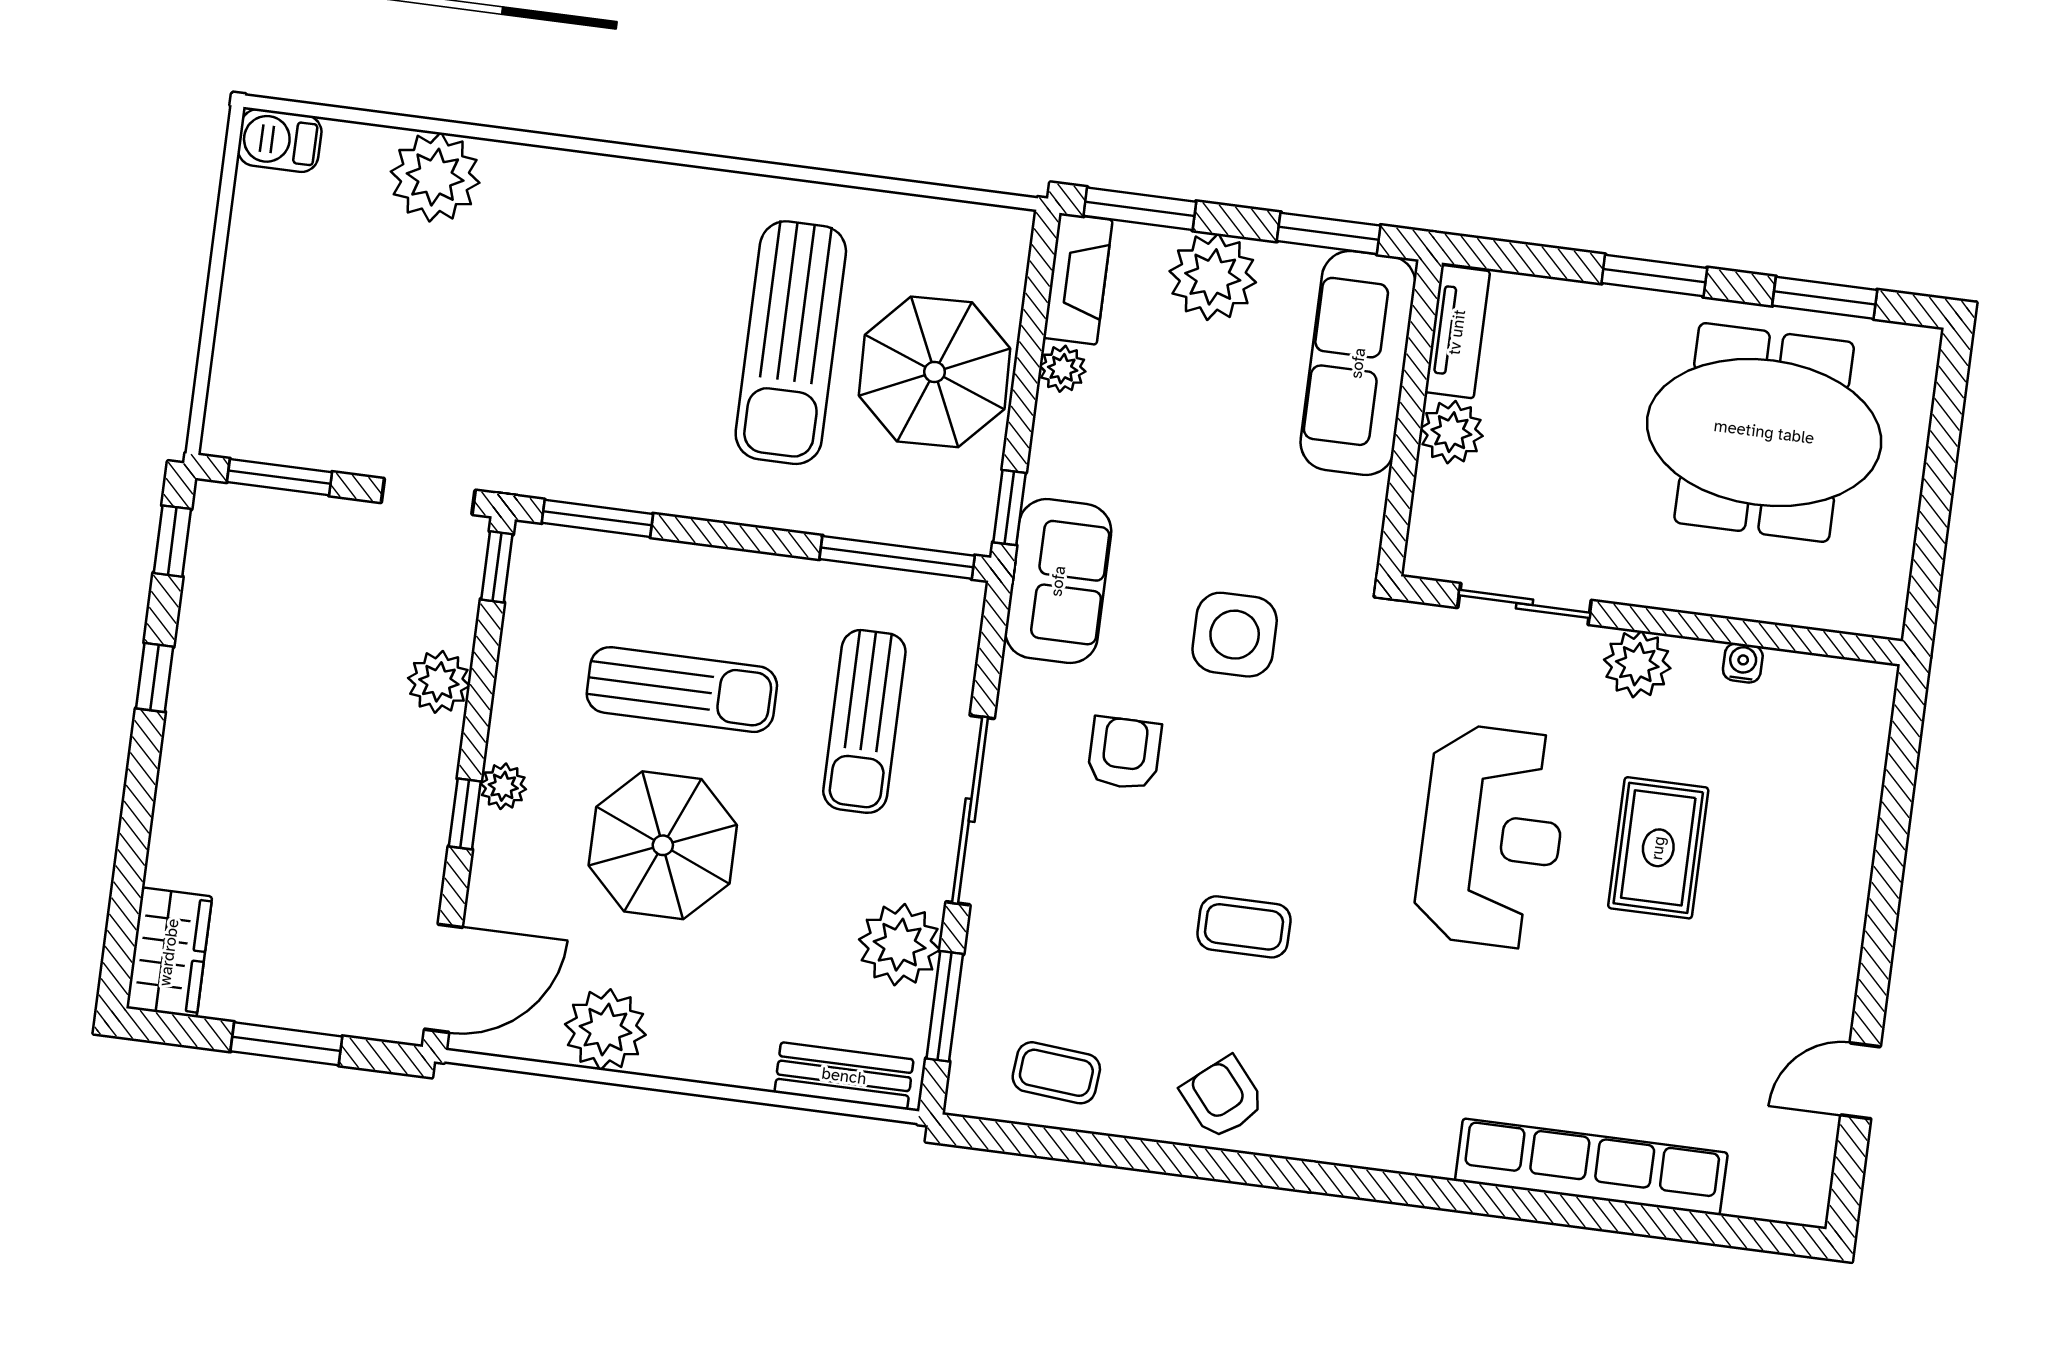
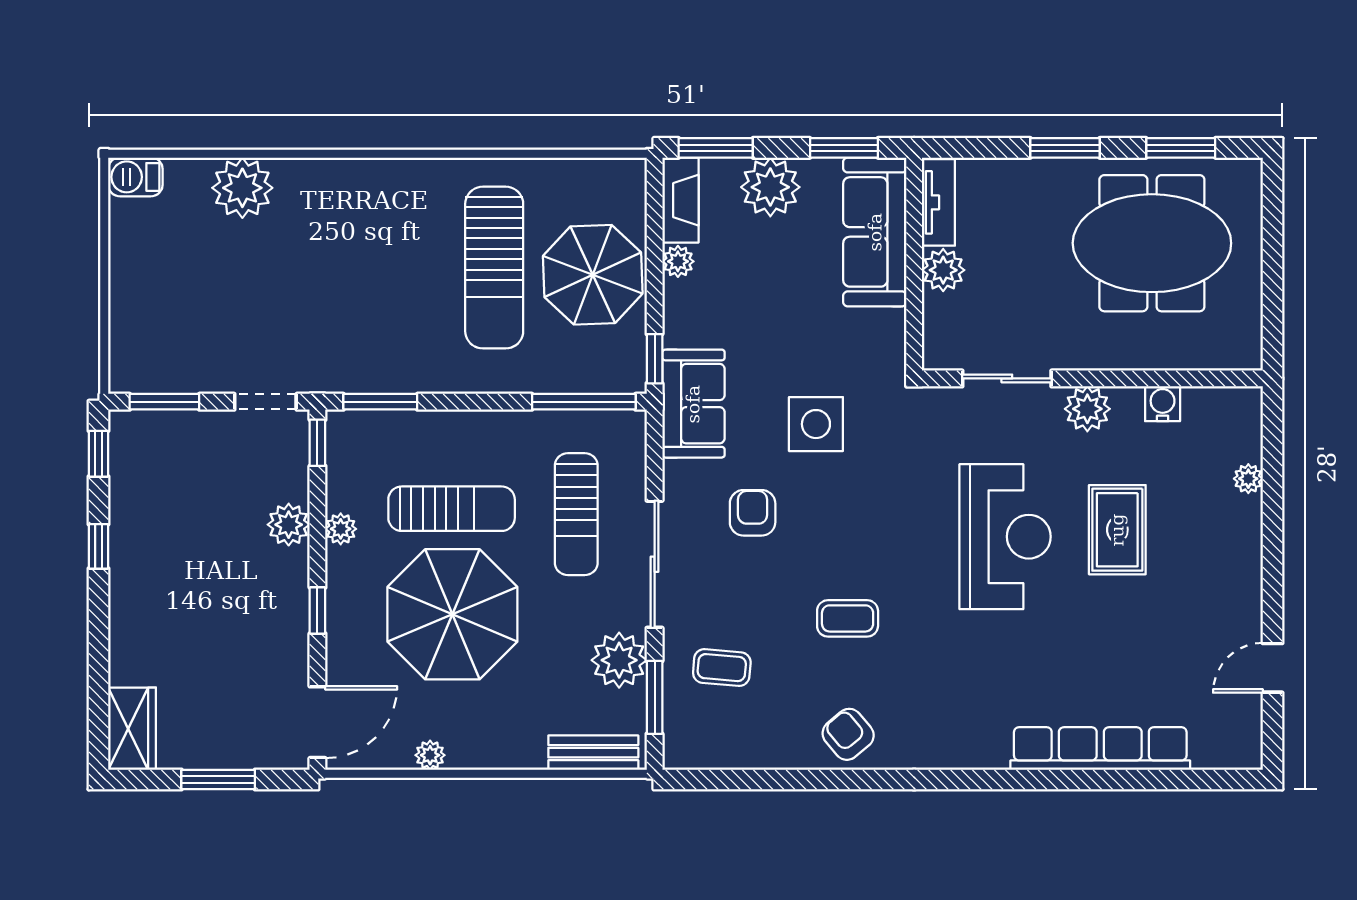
water cooler: (1743, 663) -> (1163, 404), width x1.38, depth x1.38
plant: (503, 786) -> (341, 529), moved
plant: (1861, 798) -> (1248, 479), added
parasol: (663, 845) -> (452, 614), width x1.36, depth x1.36
plant: (605, 1030) -> (430, 755), width x0.53, depth x0.53
coffee table: (1056, 1073) -> (722, 668), moved

